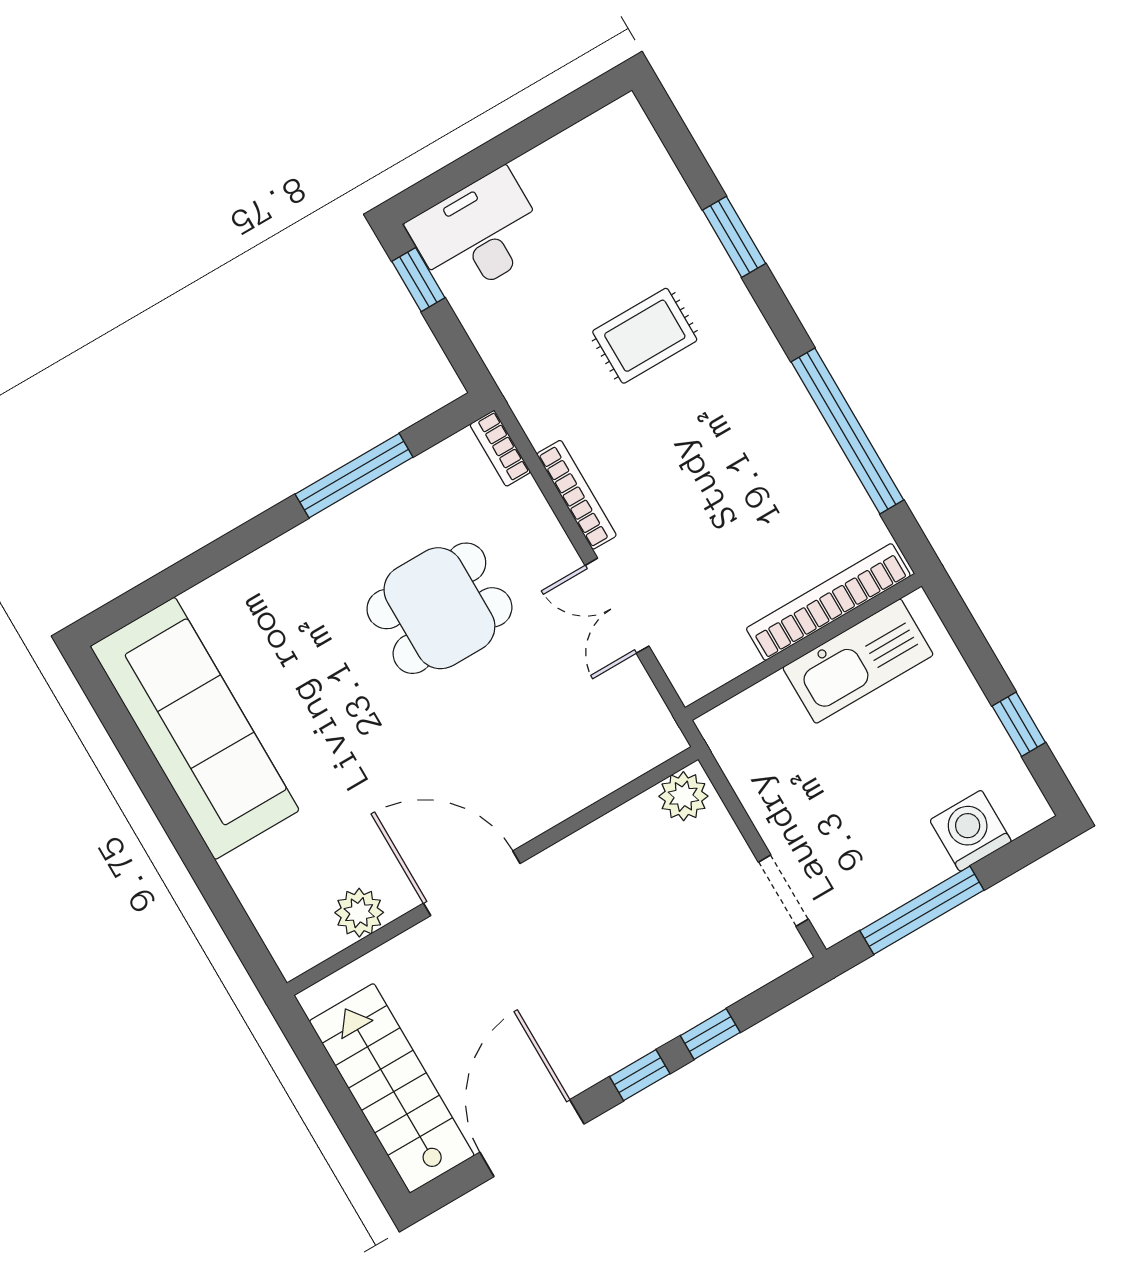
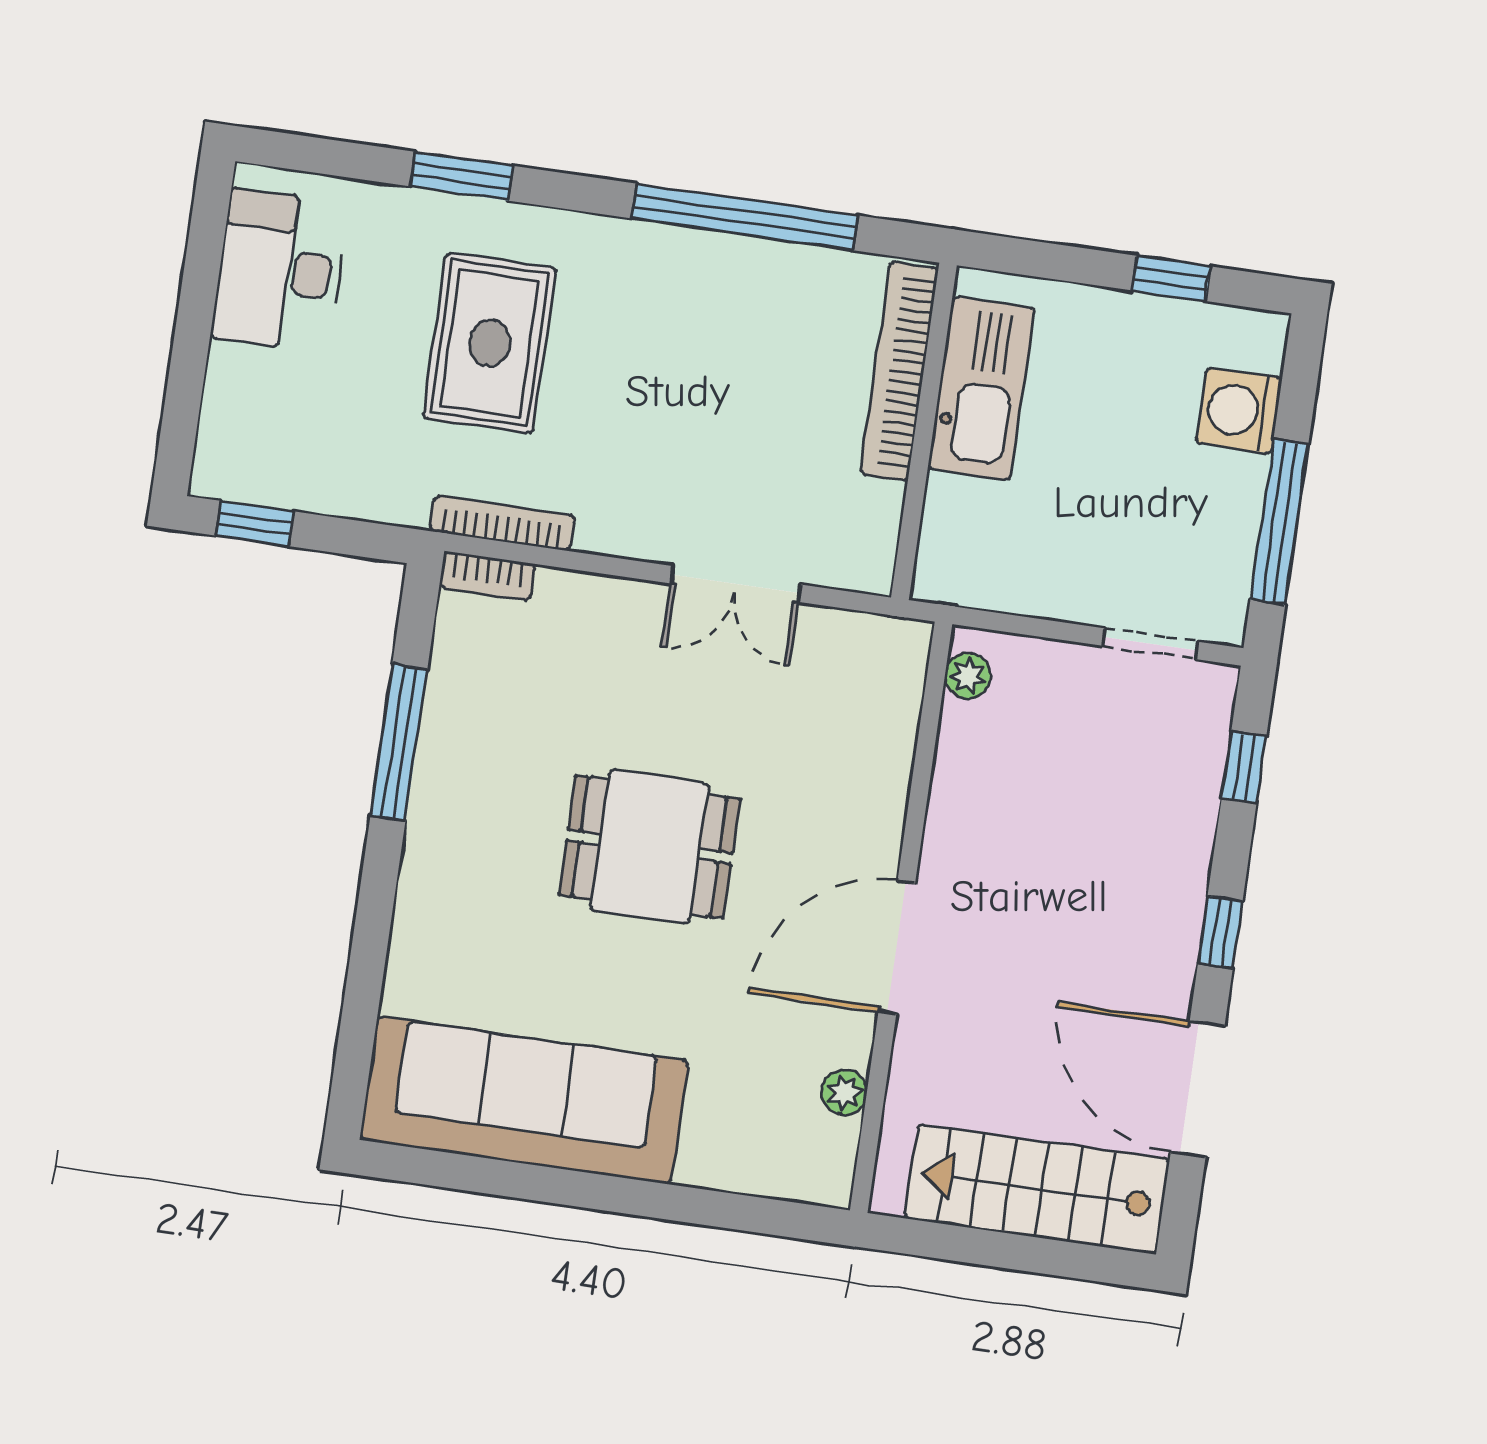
desk: (478, 234) -> (280, 271), moved
rug: (645, 336) -> (490, 343), width x1.36, depth x1.43
bookcase: (577, 495) -> (502, 523), moved
dining table: (439, 608) -> (649, 847), moved, turned 90
plant: (683, 796) -> (968, 676), width x0.73, depth x0.73
plant: (359, 913) -> (844, 1092), width x0.73, depth x0.73
window: (710, 1034) -> (1244, 767), moved

